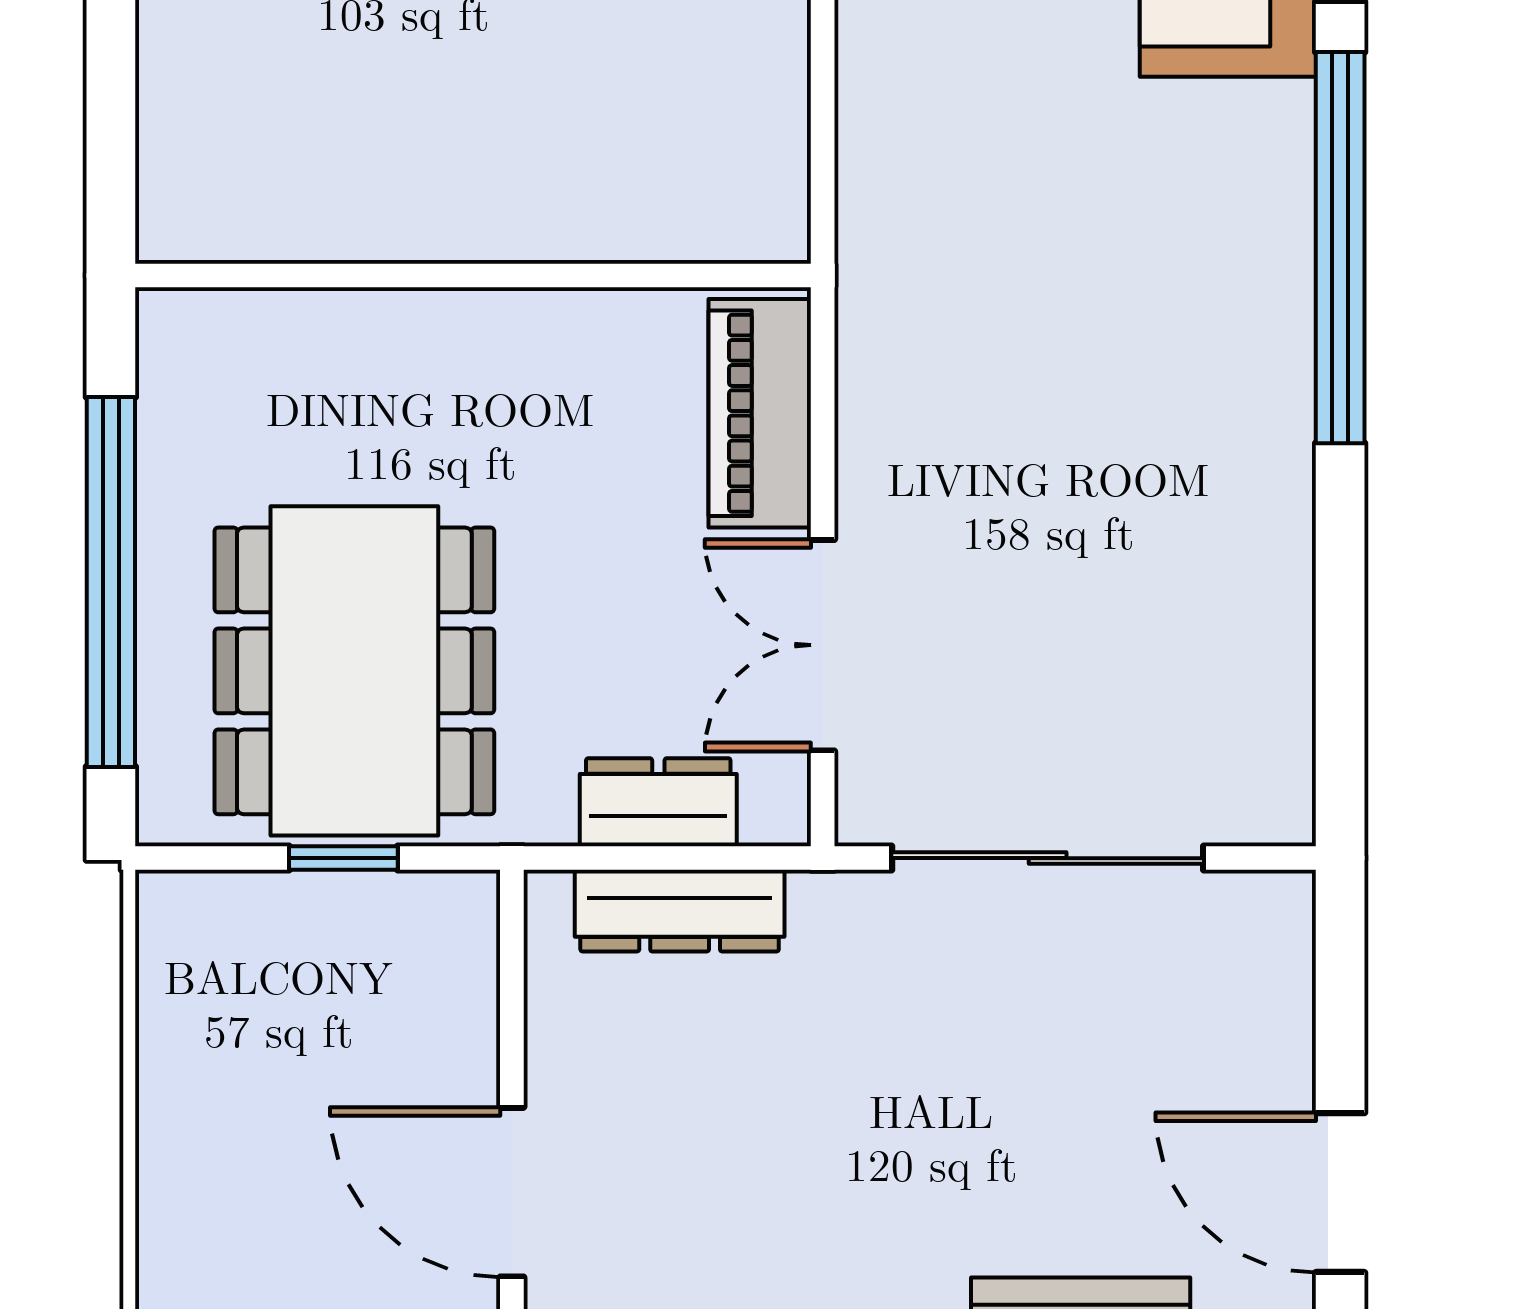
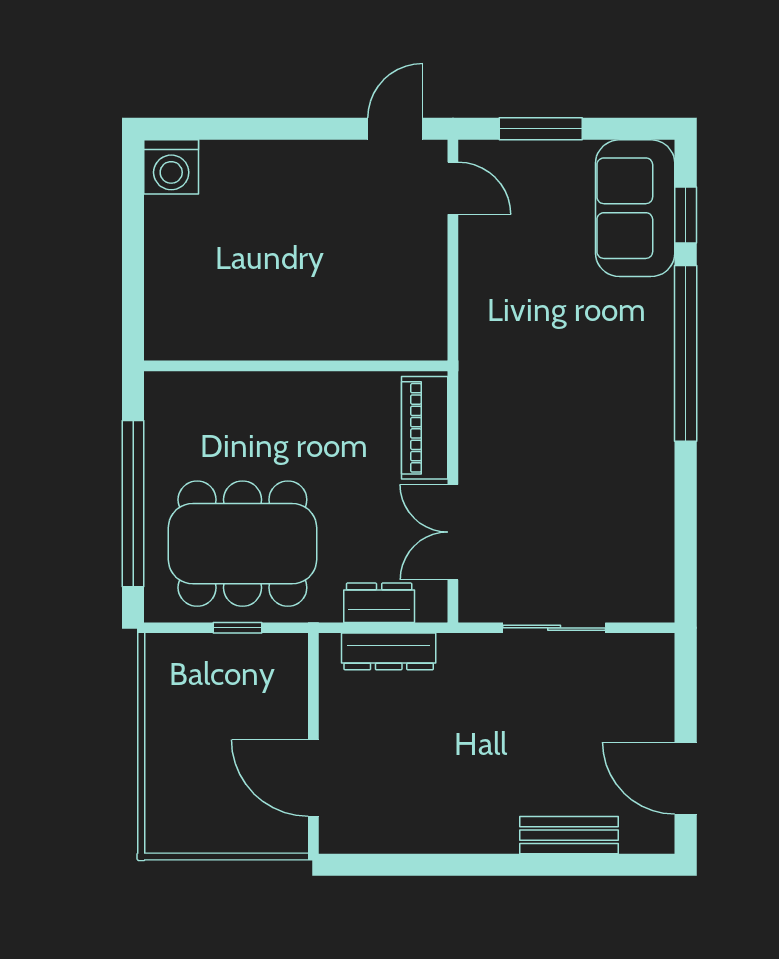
dining table: (354, 671) -> (242, 544), turned 90
sliding door: (1048, 858) -> (554, 628), width x0.73

